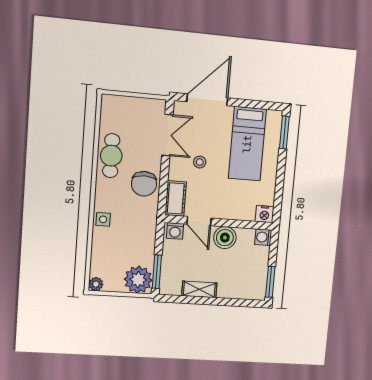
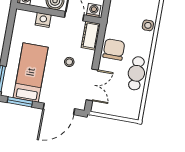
window: (258, 105) -> (20, 102), added
double door: (167, 135) -> (92, 85), swing flipped
nightstand: (264, 214) -> (43, 20), moved

